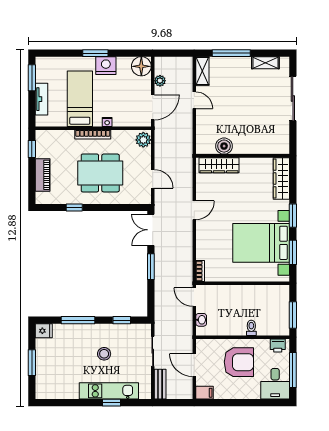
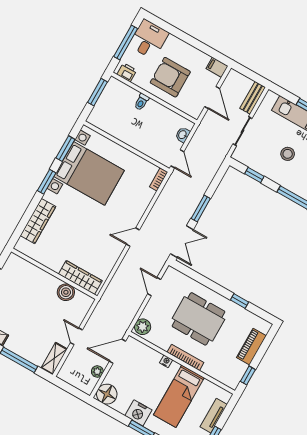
boiler: (224, 146) -> (66, 292), moved
wall: (243, 156) -> (54, 274), moved
wardrobe: (219, 165) -> (80, 277), moved

